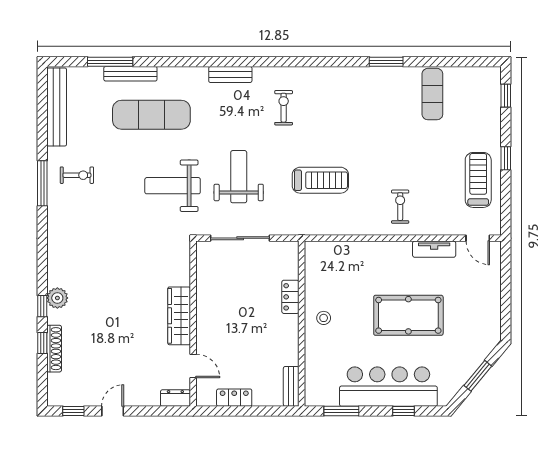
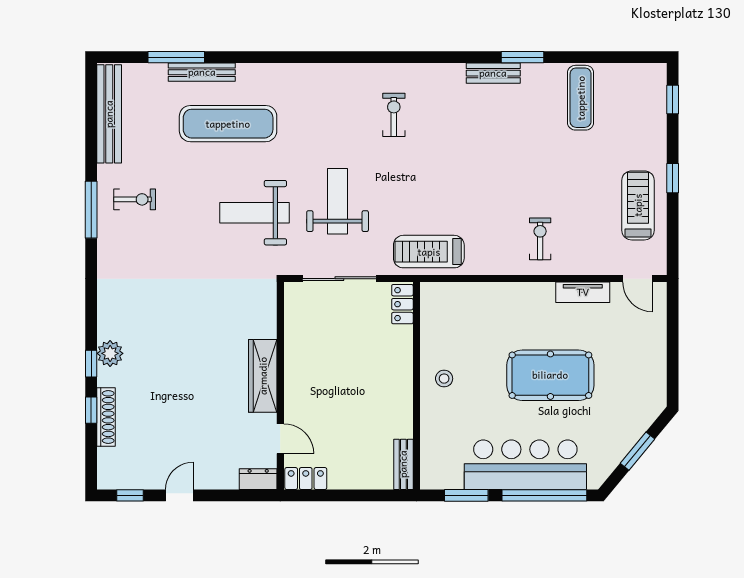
bench: (230, 74) -> (493, 73), moved
treadmill: (320, 180) -> (429, 252), moved, turned 180
locker: (290, 297) -> (402, 304), moved
locker: (234, 398) -> (306, 479), moved
window: (404, 411) -> (544, 495), width x3.17

